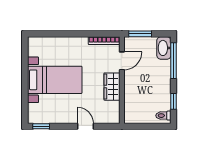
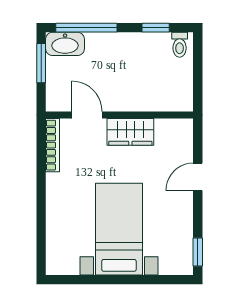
window: (140, 34) -> (41, 63), moved

